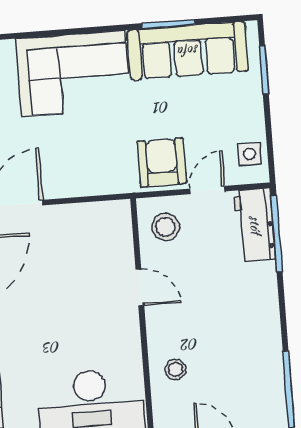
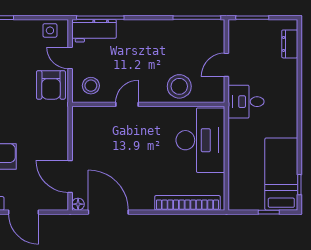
armchair: (162, 162) -> (51, 85), turned -90
stool: (175, 369) -> (179, 86), width x1.89, depth x1.89

